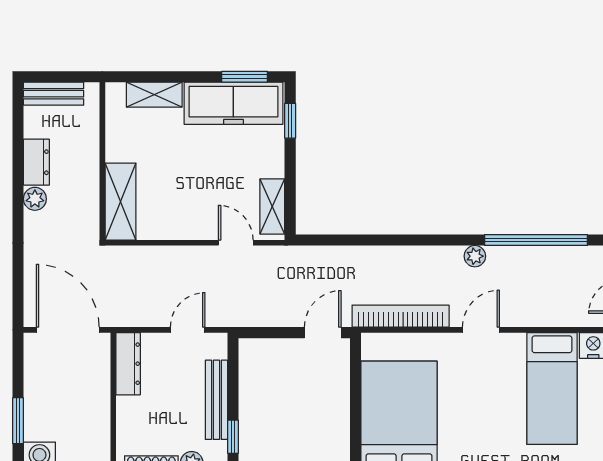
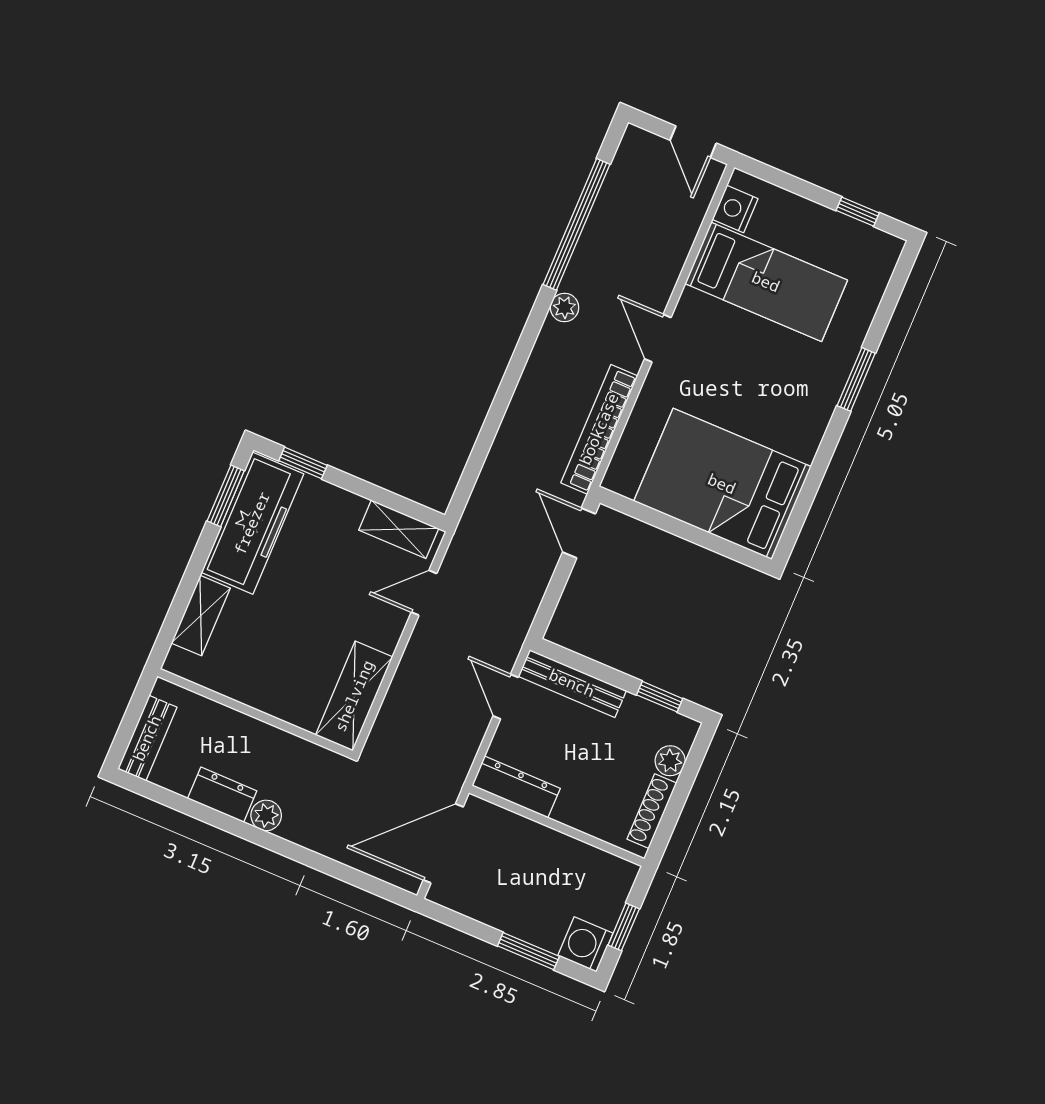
shelving: (120, 202) -> (354, 696), moved, turned 90
bench: (216, 400) -> (572, 683), moved

